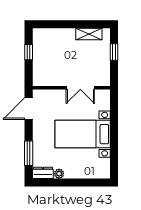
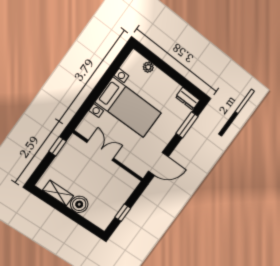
boiler: (67, 36) -> (79, 204), added
window: (114, 52) -> (57, 146), moved
plant: (59, 174) -> (148, 67), moved

